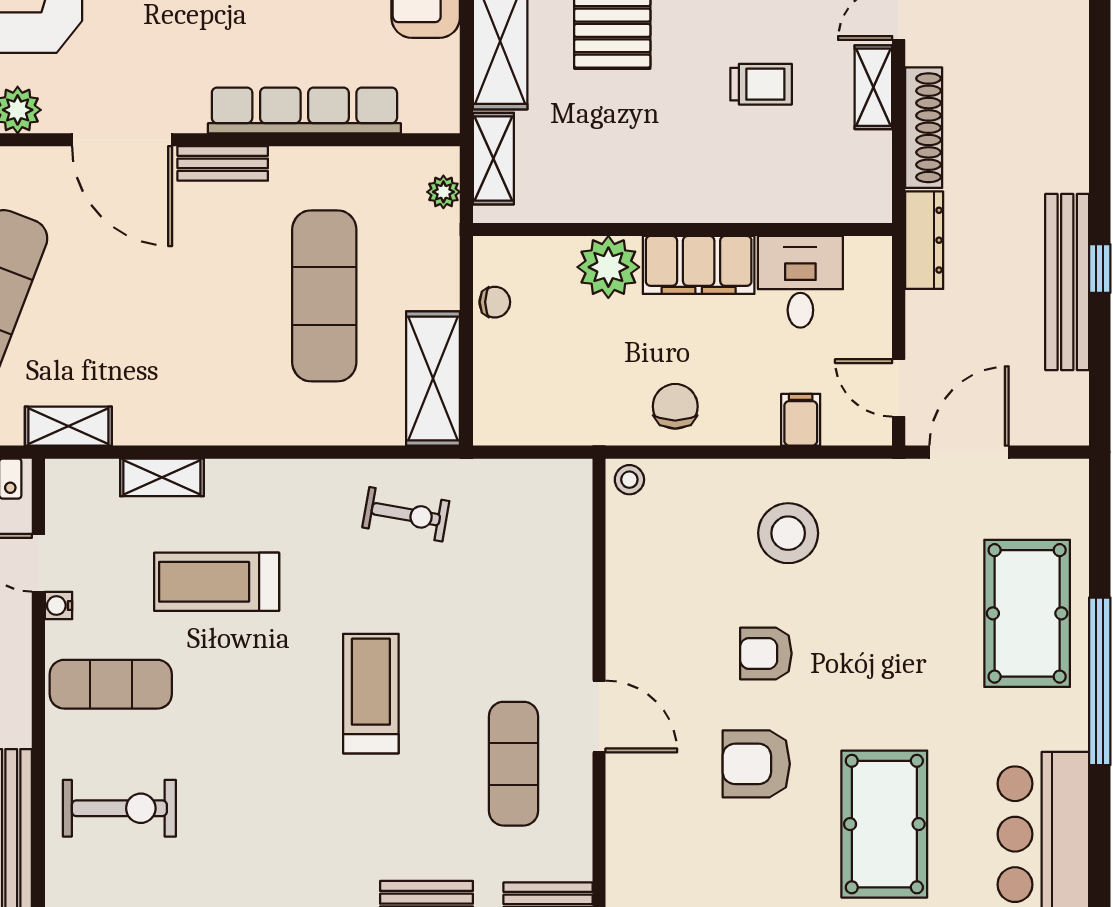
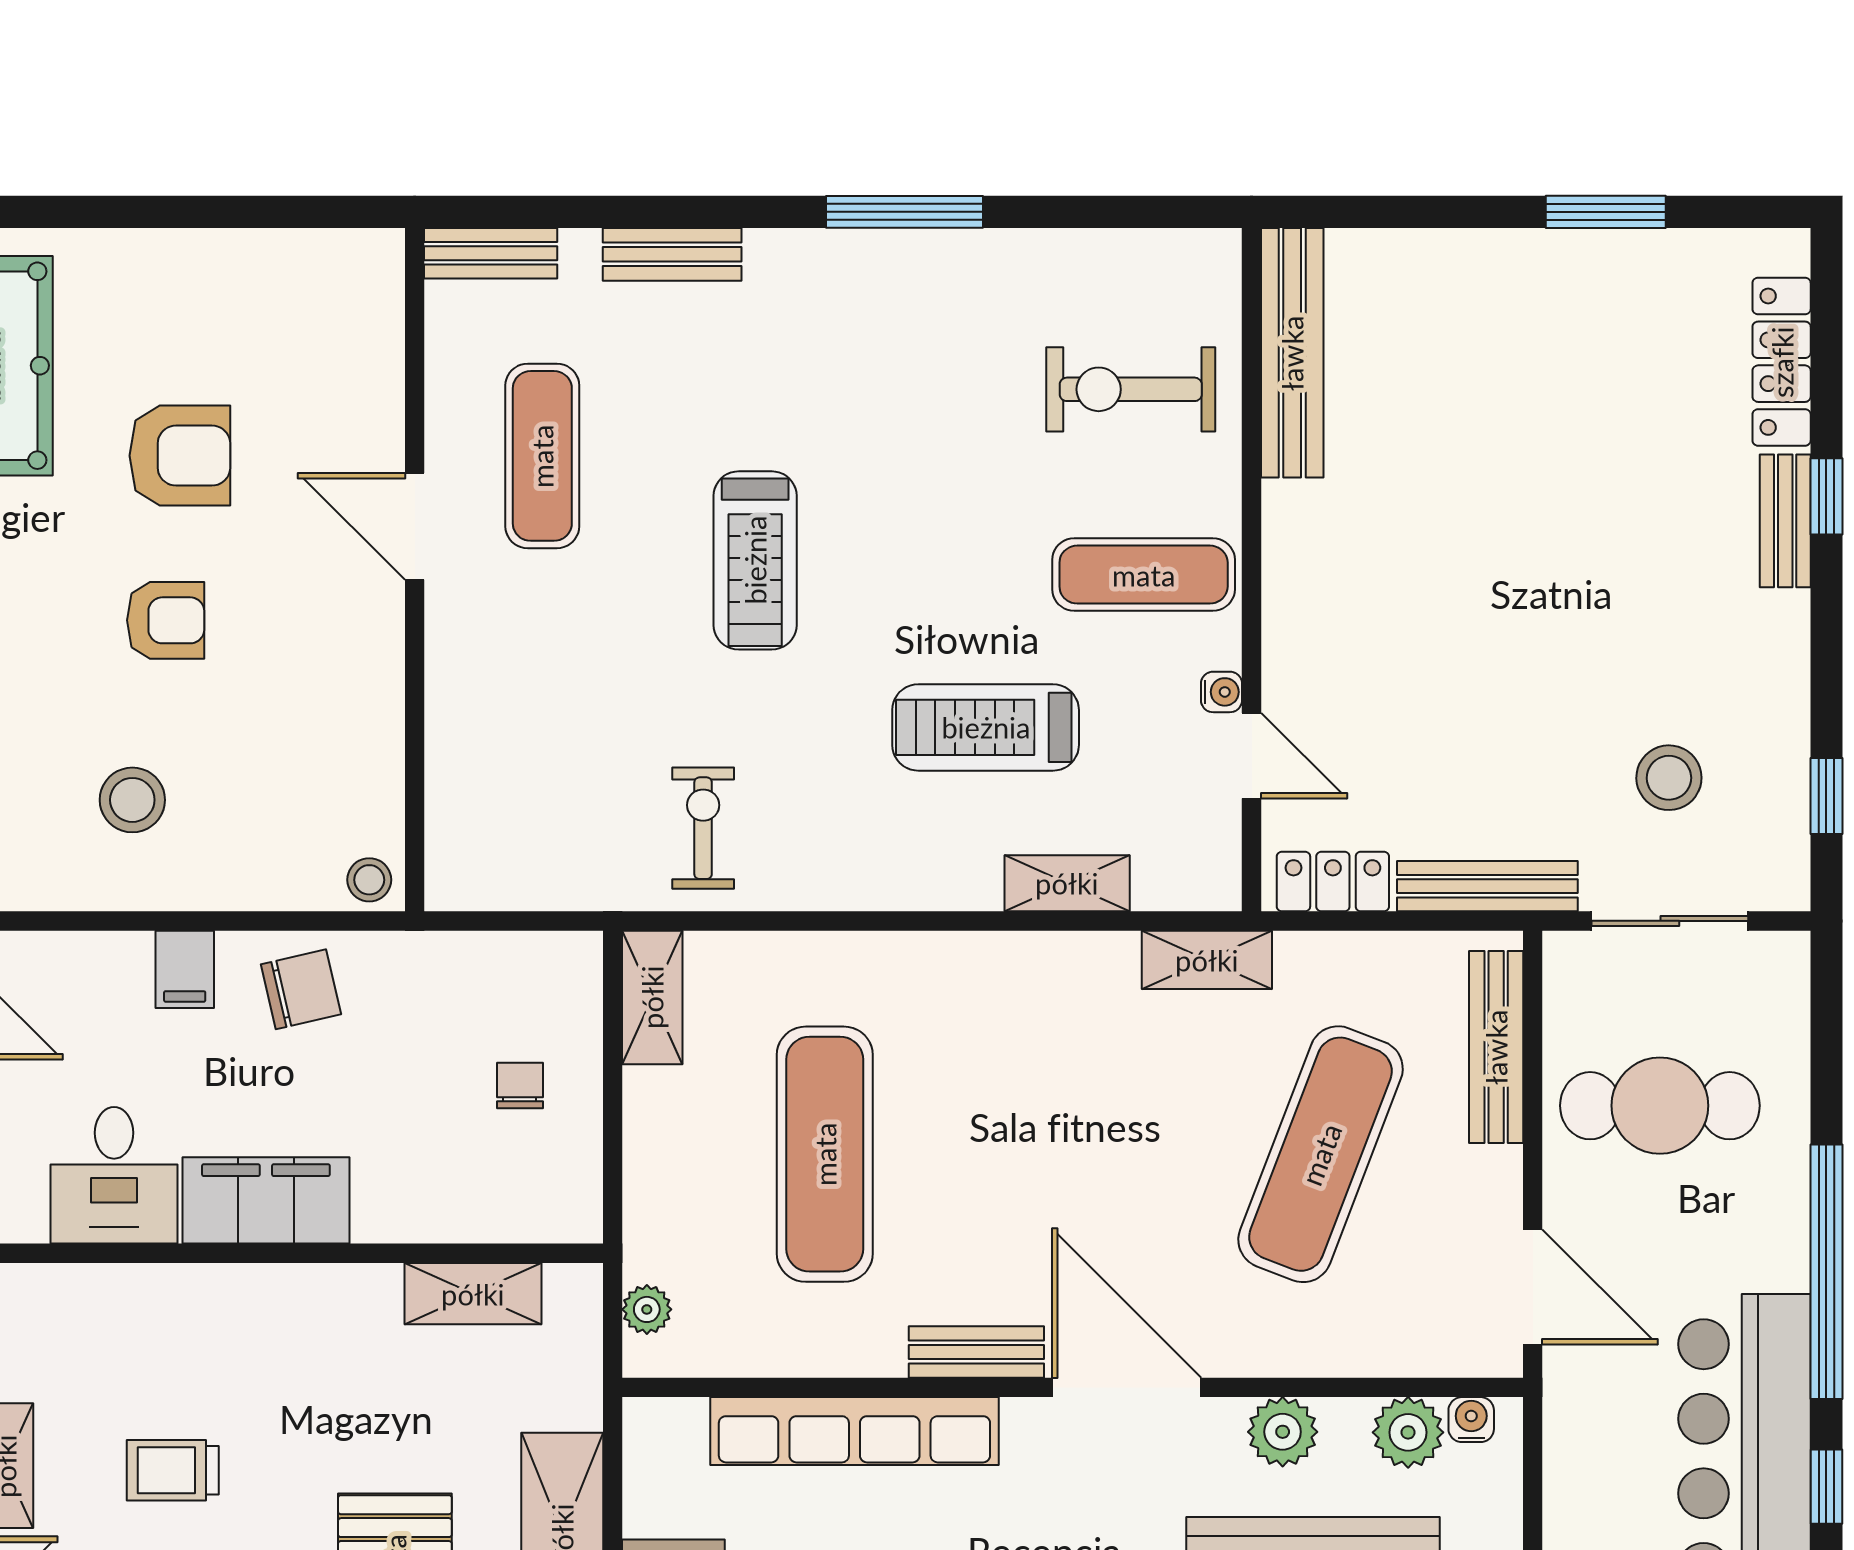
shelving: (493, 159) -> (473, 1294), moved, turned 90
plant: (608, 267) -> (401, 1197), removed
chair: (495, 302) -> (520, 1085), moved, turned 90
shelving: (433, 378) -> (652, 997), width x0.67, depth x0.75
chair: (675, 406) -> (301, 989), turned -103
filing cabinet: (801, 420) -> (185, 969), moved
exercise bike: (406, 514) -> (703, 828), turned 80
stool: (788, 533) -> (132, 800), width x0.73, depth x0.73
treadmill: (217, 582) -> (986, 727), turned 180

